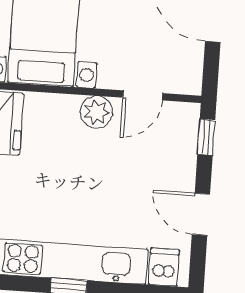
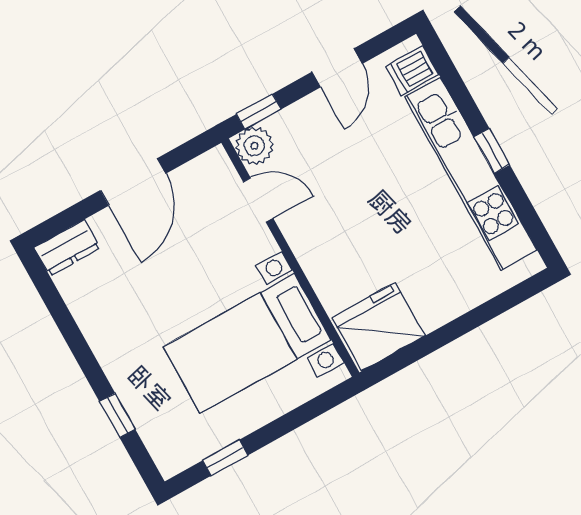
plant: (96, 112) -> (254, 146), moved

